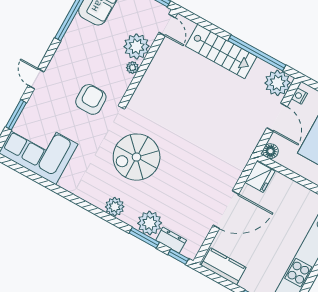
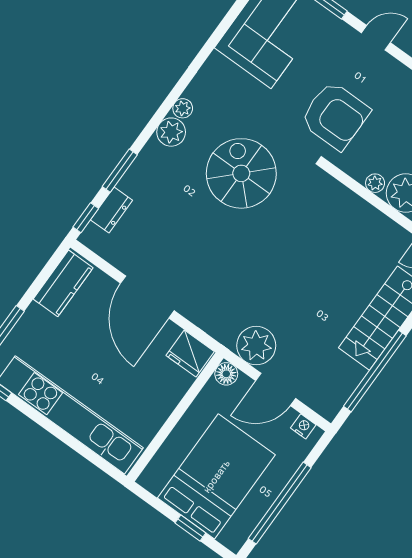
plant: (277, 83) -> (256, 346), moved
armchair: (91, 99) -> (335, 116), width x1.36, depth x1.36
plant: (150, 223) -> (183, 108), moved, width x0.53, depth x0.53

